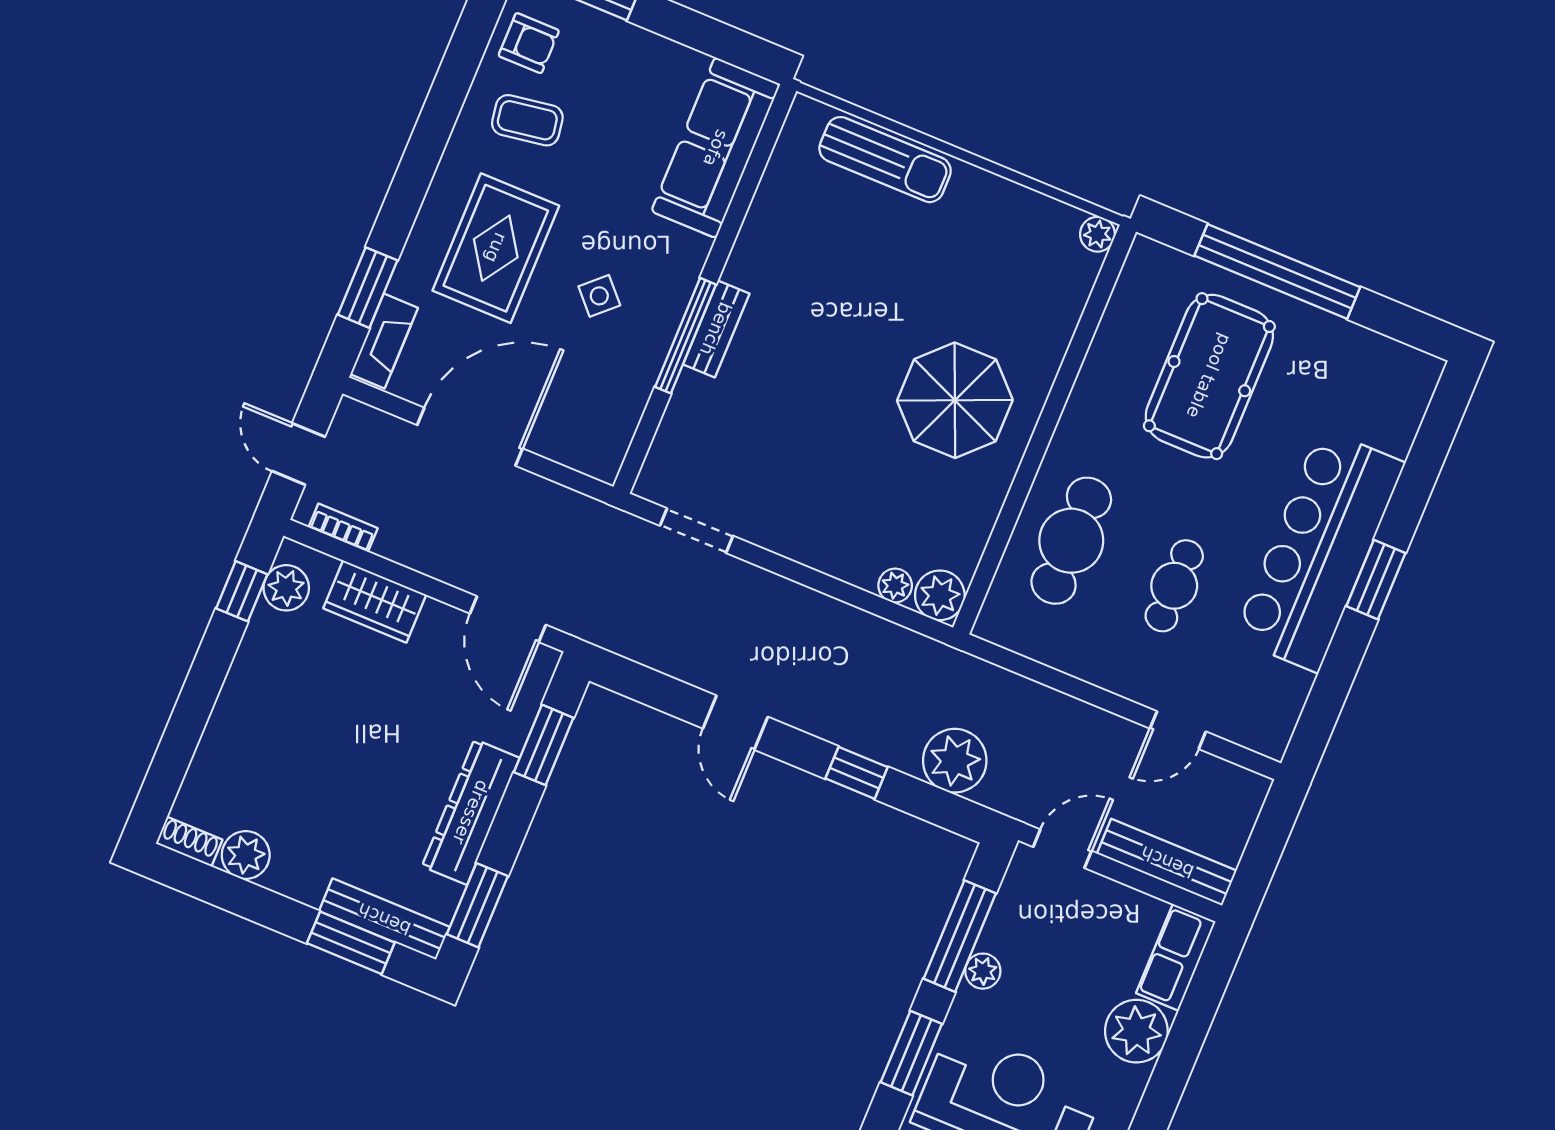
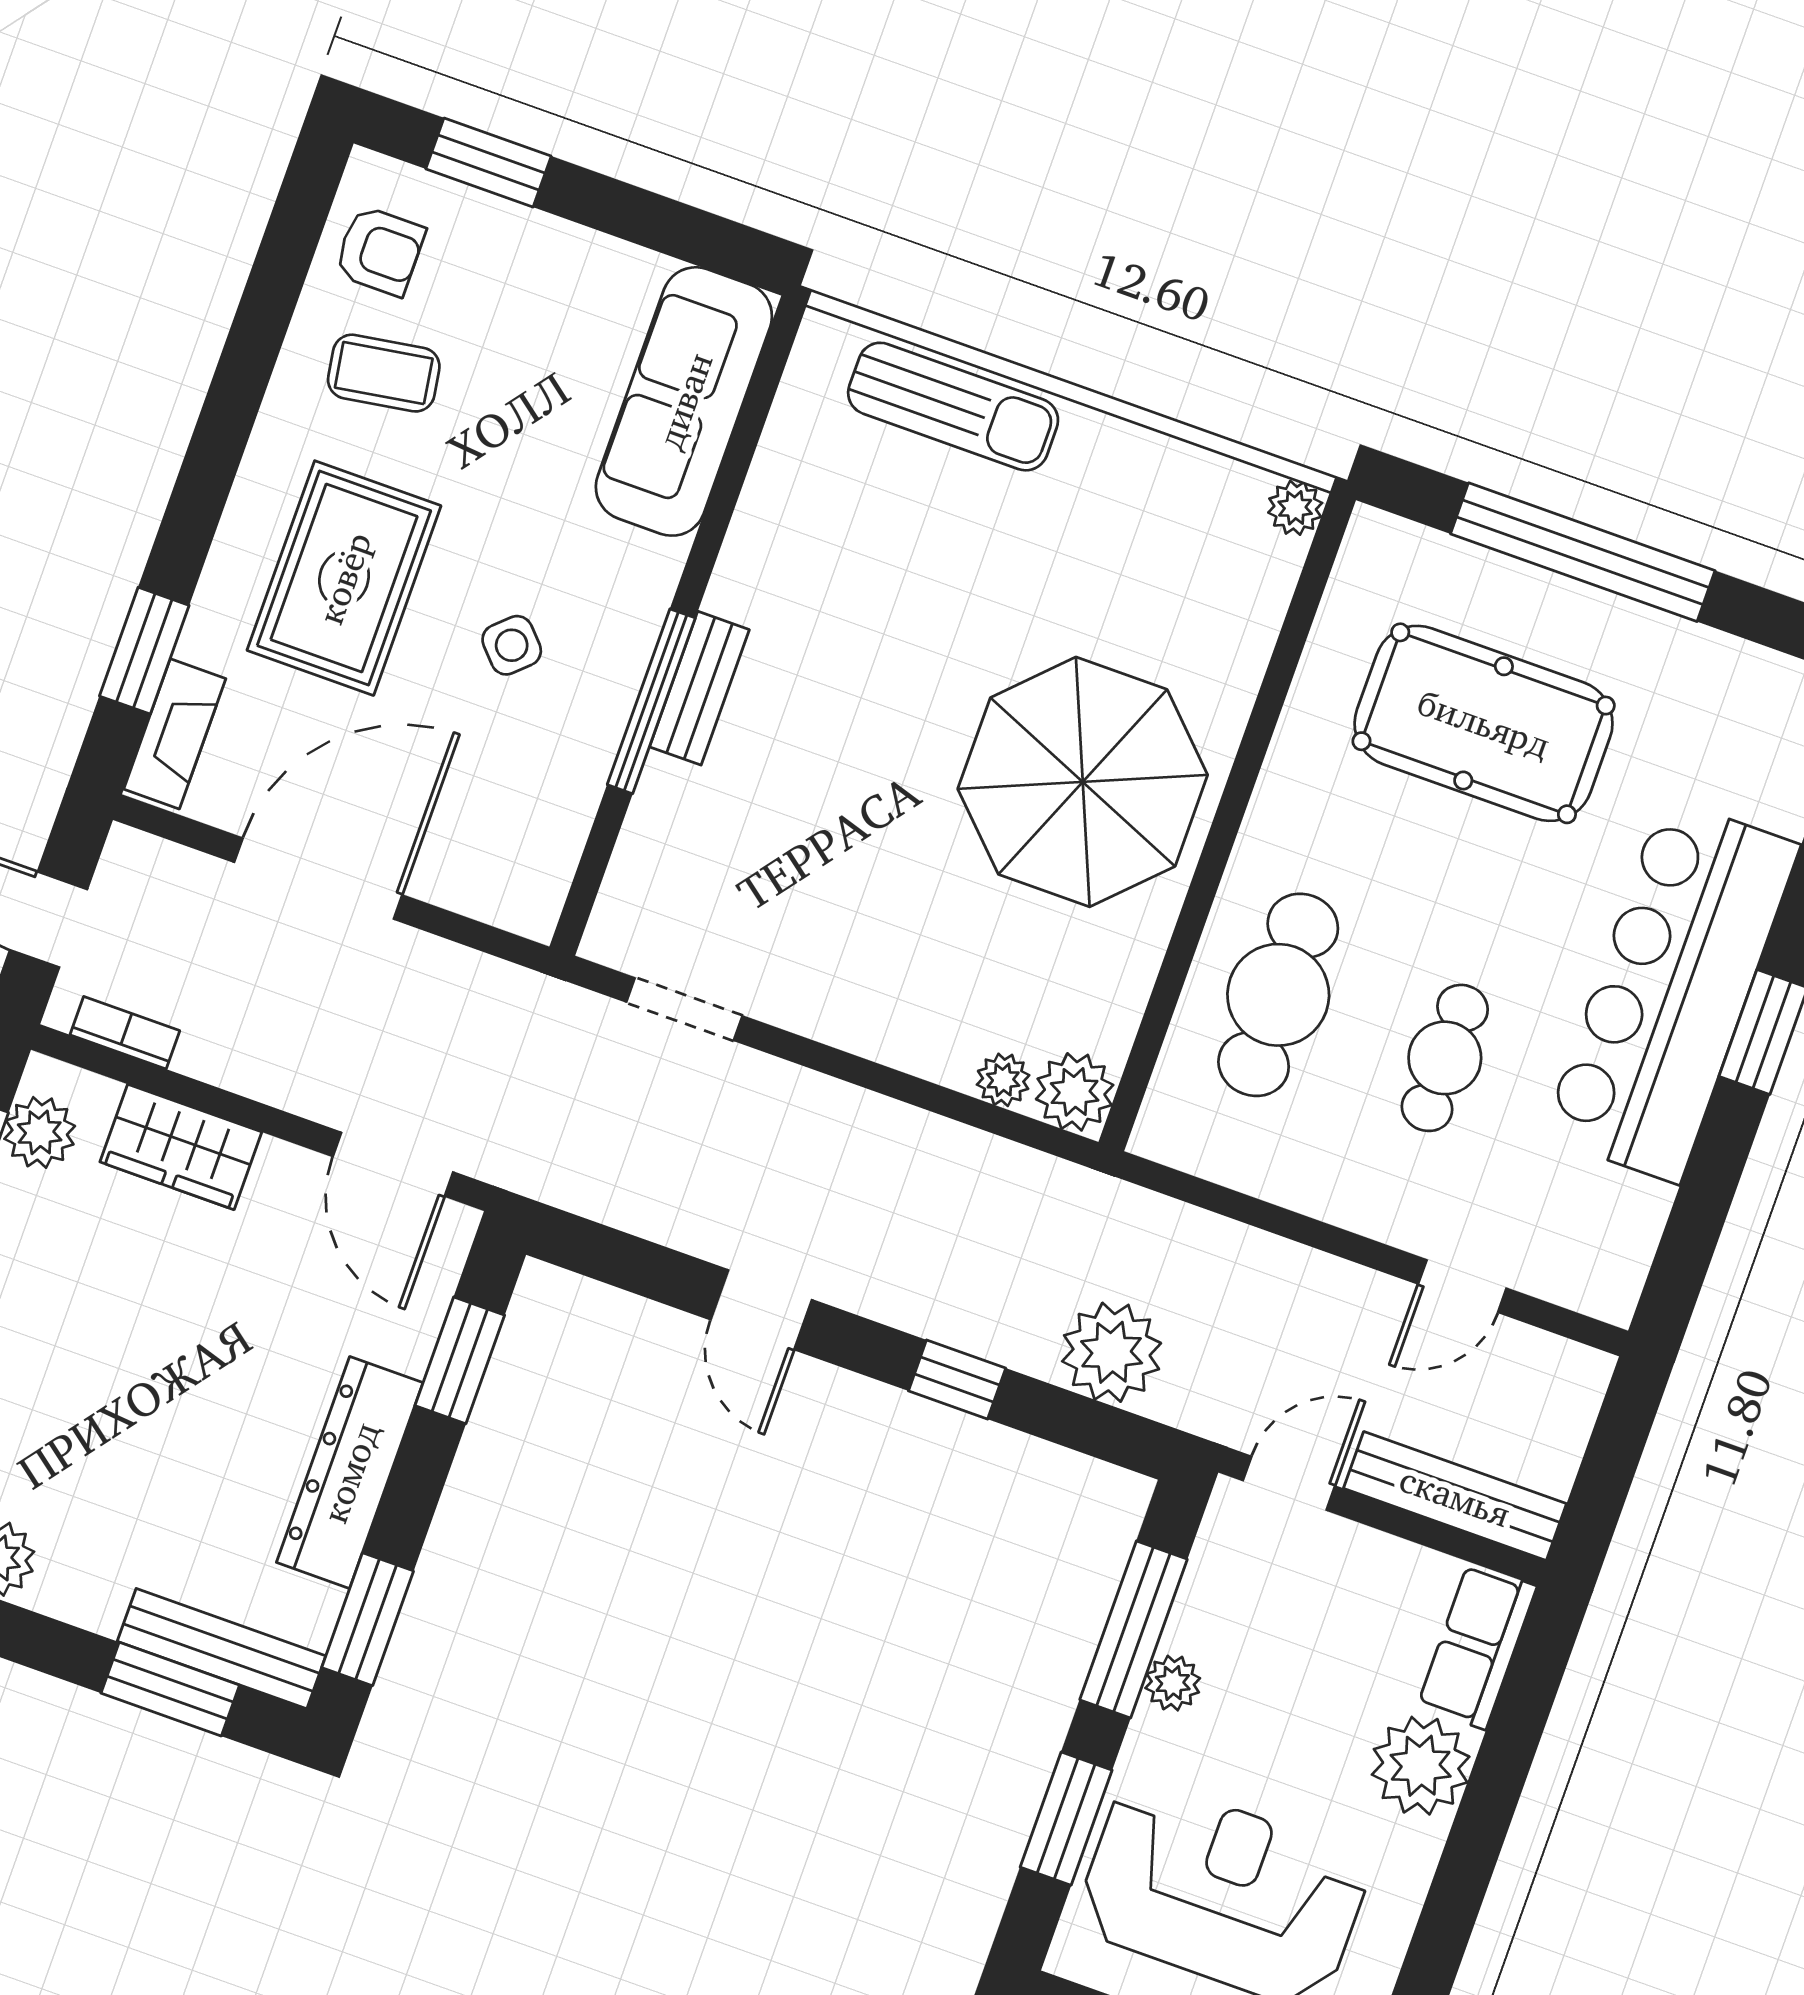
pool table: (1209, 376) -> (1484, 723), turned 90
parasol: (955, 400) -> (1083, 782), width x1.36, depth x1.36

